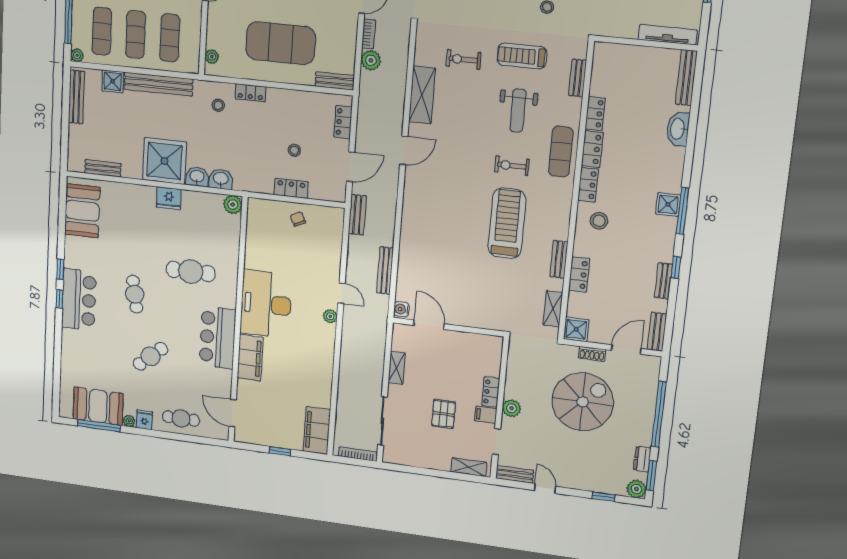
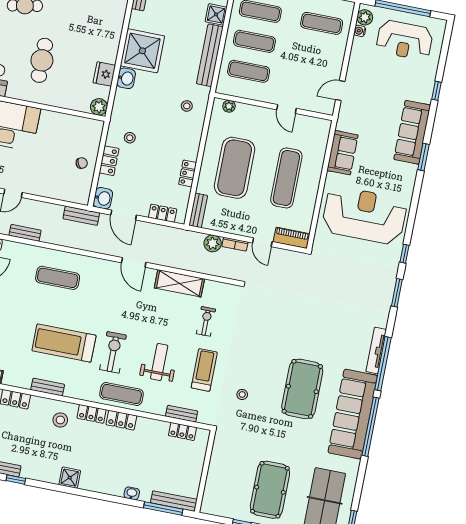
tv unit: (668, 35) -> (210, 489), removed
locker: (250, 93) -> (188, 173), moved
weight bench: (518, 111) -> (159, 362), turned 90
locker: (595, 113) -> (182, 431), moved
washbasin: (678, 129) -> (132, 493), width x0.52, depth x0.69
stool: (294, 150) -> (130, 138), moved
exercise bike: (512, 166) -> (113, 352), width x1.38, depth x1.39
washbasin: (221, 179) -> (103, 198), moved
fridge: (169, 198) -> (104, 74), moved
window: (683, 211) -> (163, 508), moved
treadmill: (507, 223) -> (64, 343), turned 180
exercise mat: (432, 236) -> (58, 278), added
bench: (559, 259) -> (48, 387), moved
bench: (385, 271) -> (25, 233), width x0.73

